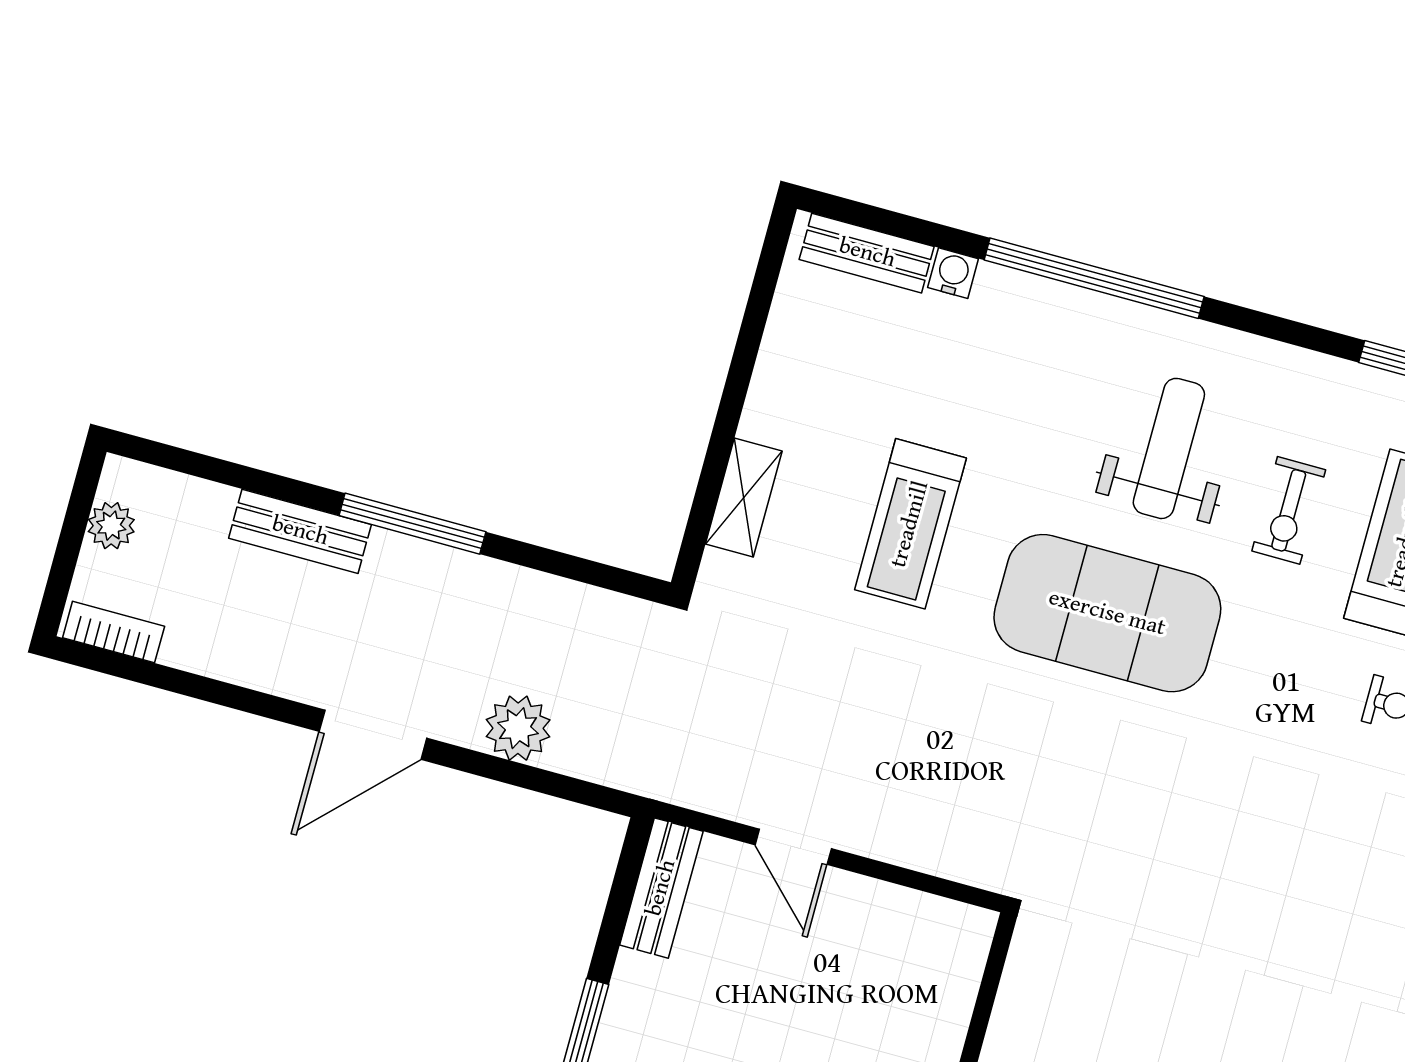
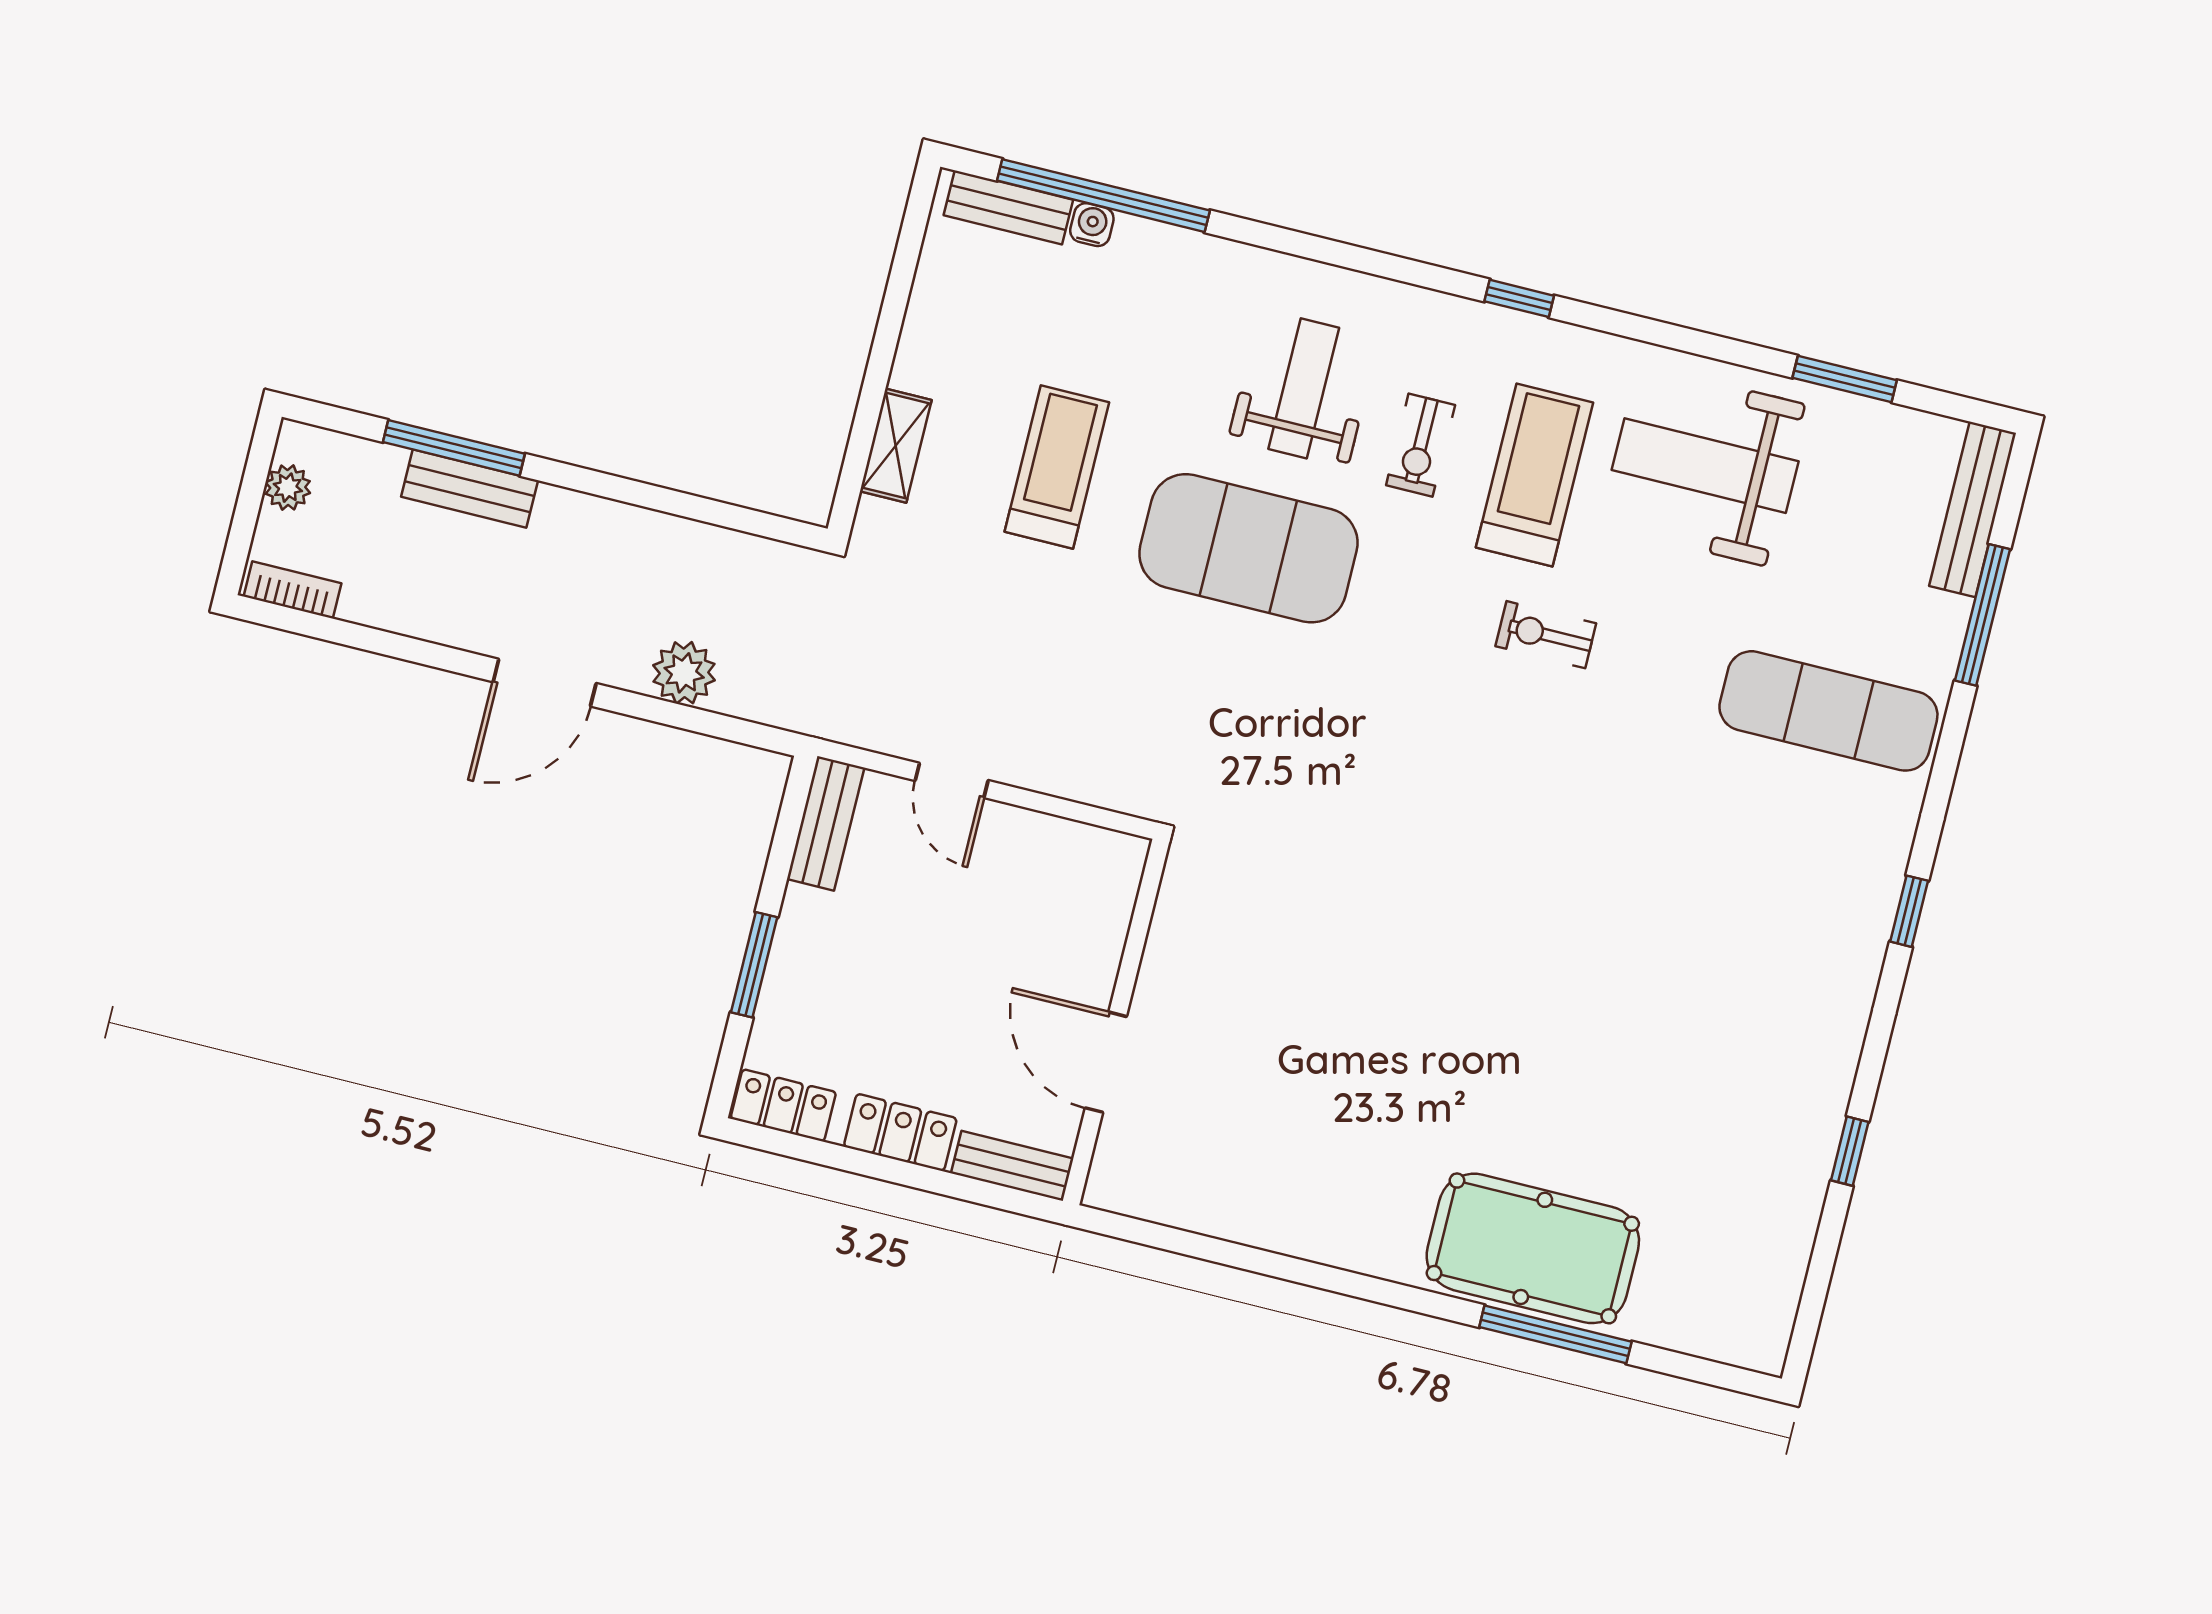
window: (1094, 278) -> (1103, 196), moved
window: (412, 524) -> (454, 448), moved
treadmill: (910, 524) -> (1057, 467), turned 180

